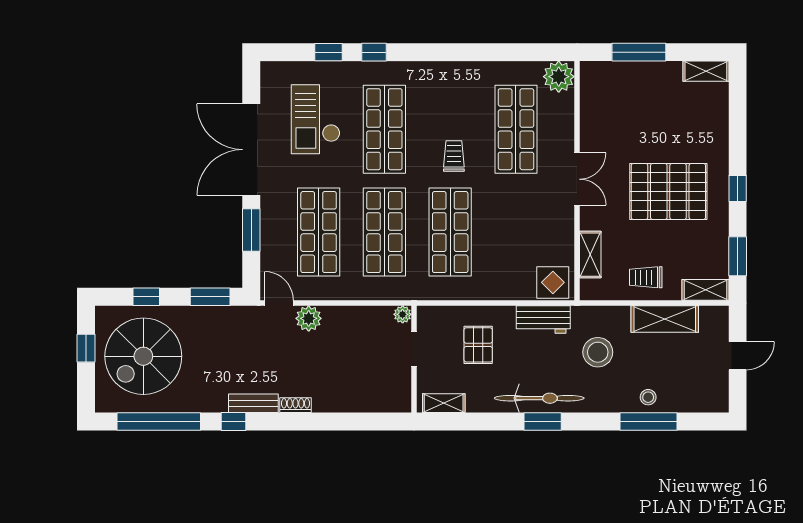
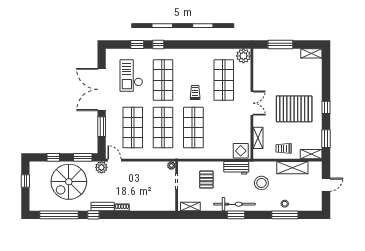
plant: (309, 318) -> (101, 167), moved
spiral stairs: (143, 356) -> (69, 182), moved

